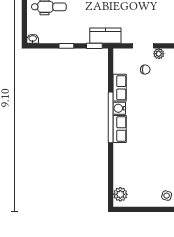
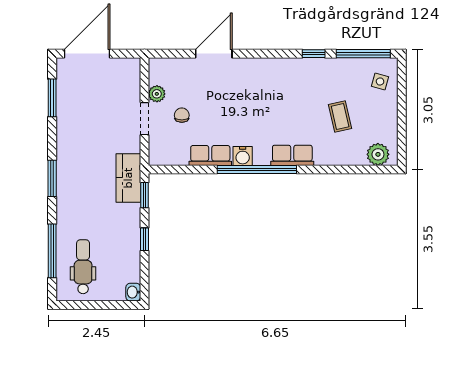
row of seats: (120, 129) -> (292, 155), moved
coffee table: (144, 170) -> (340, 117), added

